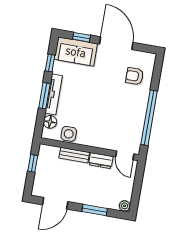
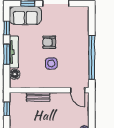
armchair: (135, 76) -> (49, 42), moved
side table: (69, 134) -> (51, 63), moved
dresser: (101, 161) -> (60, 97), removed

